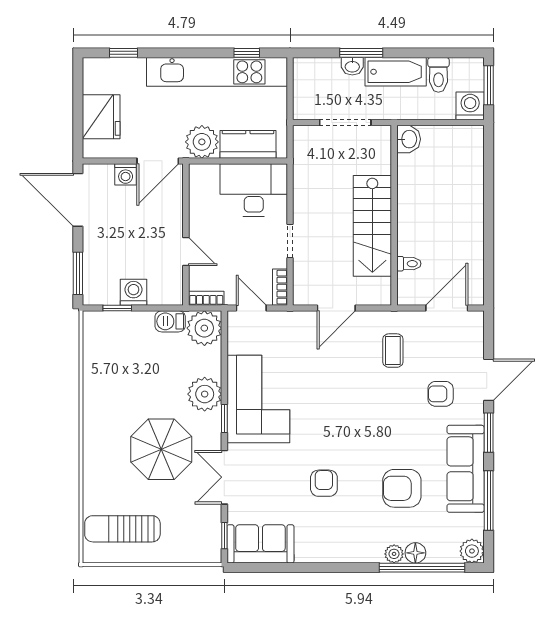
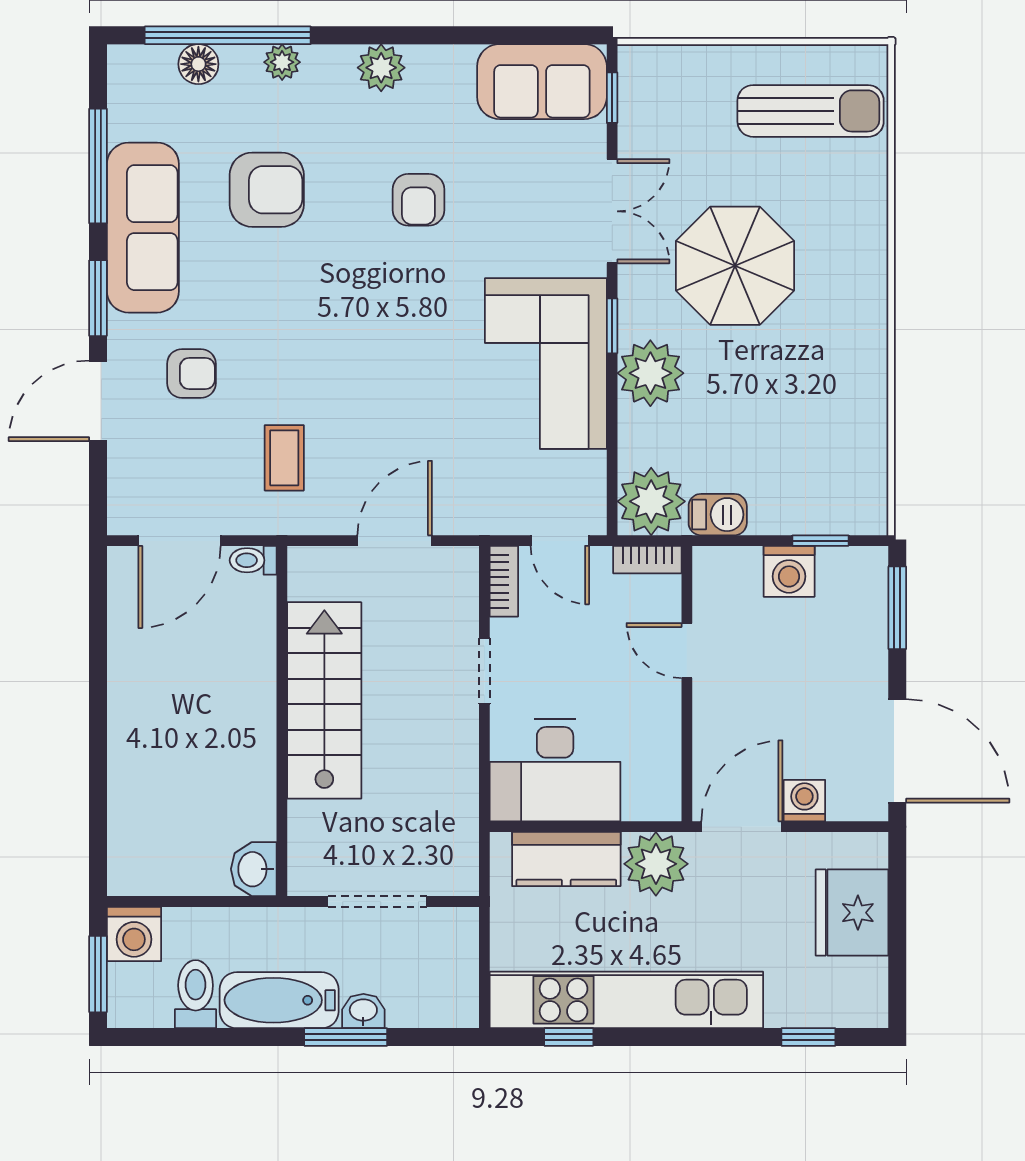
toilet: (409, 264) -> (253, 560), moved
plant: (472, 551) -> (381, 68), moved
floor lamp: (415, 553) -> (198, 64), moved

